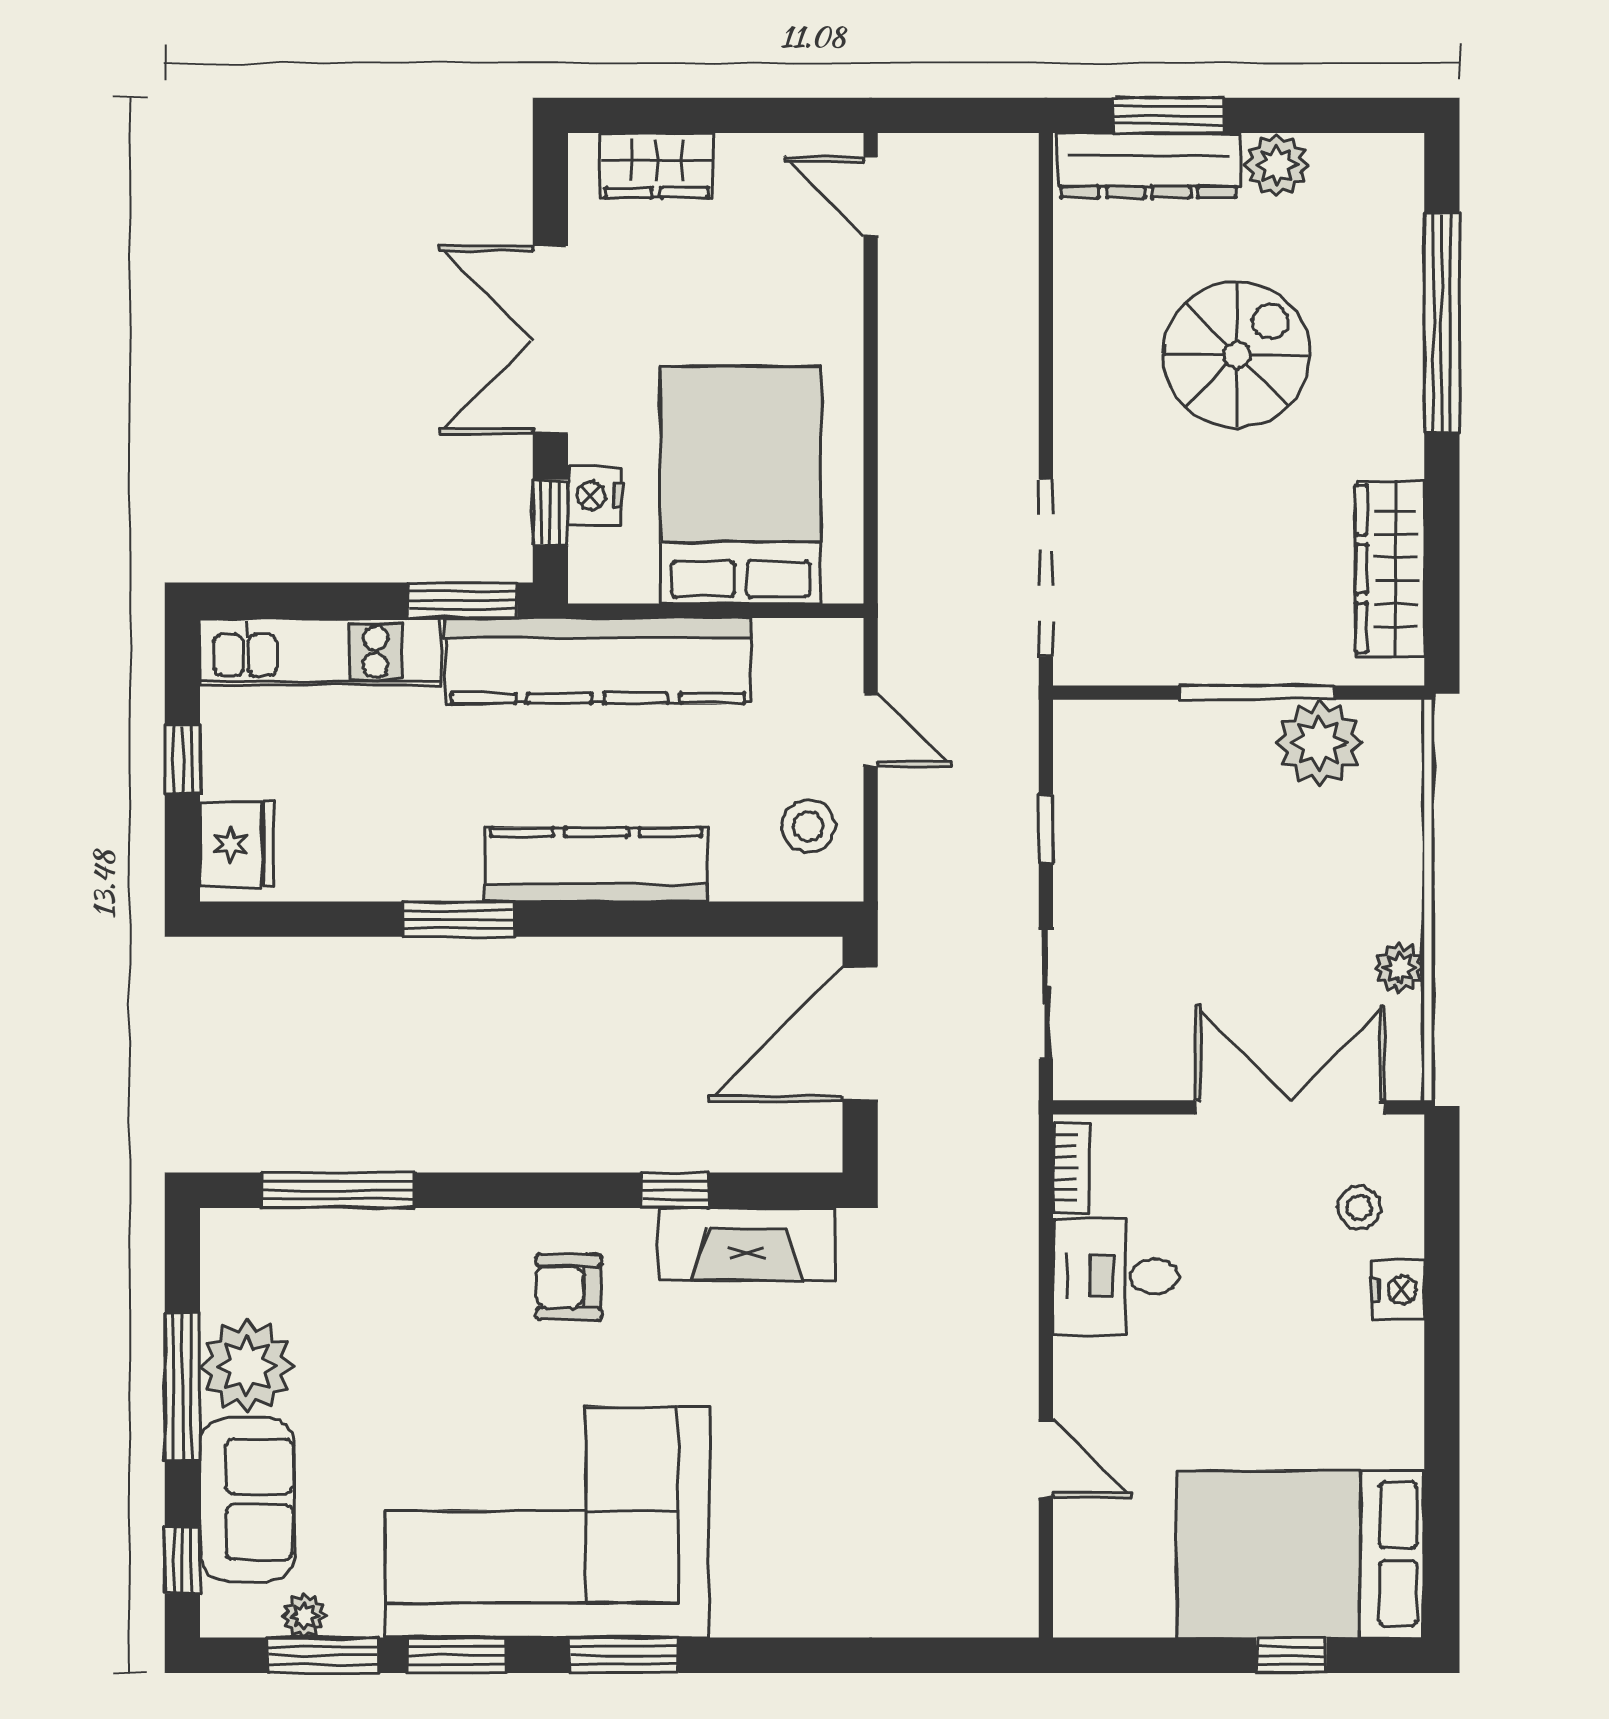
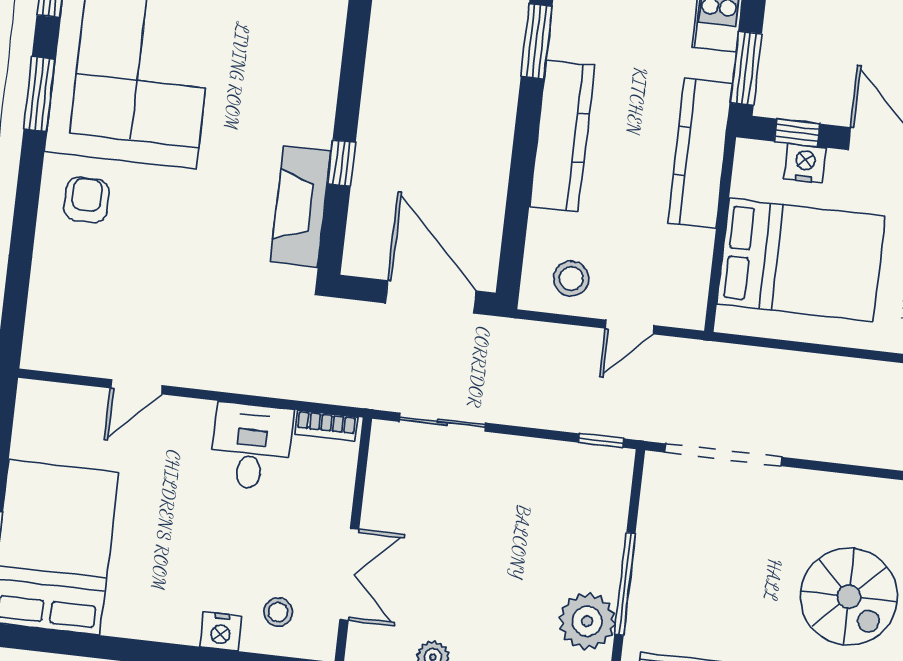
kitchen counter: (598, 661) -> (700, 153), width x0.72, depth x0.86
window: (1046, 829) -> (601, 441), moved
double door: (1290, 1107) -> (349, 574), width x0.73
armchair: (569, 1287) -> (87, 200), moved

